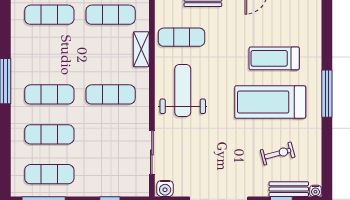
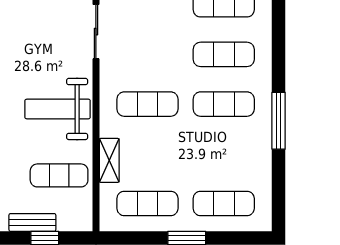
weight bench: (183, 91) -> (58, 109), turned 90

